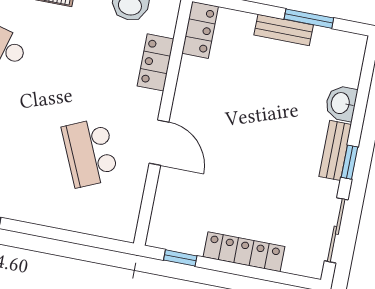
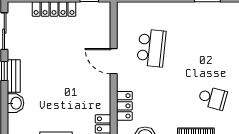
school desk: (90, 153) -> (151, 48), turned 30

